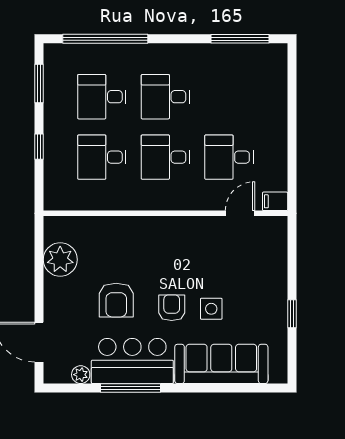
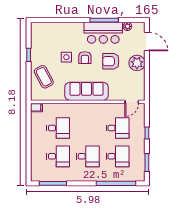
desk: (165, 157) -> (58, 156), moved
door: (240, 213) -> (132, 102), moved
plant: (60, 260) -> (137, 63), moved
coffee table: (260, 267) -> (44, 77), added
armchair: (116, 300) -> (111, 61), turned -90
sofa: (221, 364) -> (86, 91), moved, turned 180

